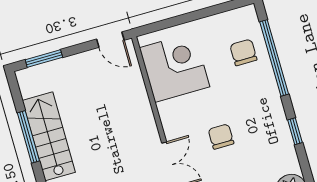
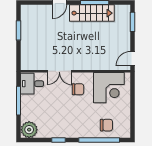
chair: (221, 137) -> (78, 89), moved

